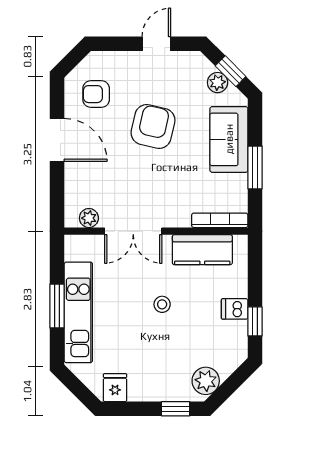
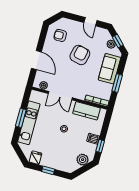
door: (156, 44) -> (90, 22), swing flipped
door: (57, 140) -> (36, 60), moved
plant: (206, 381) -> (83, 160), moved
window: (176, 409) -> (48, 170), moved

